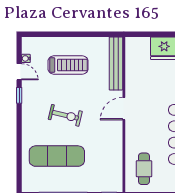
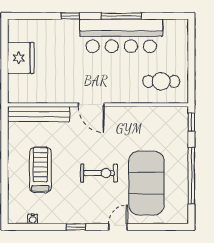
door: (19, 72) -> (118, 227), moved
exercise bike: (65, 115) -> (99, 173), turned 77
exercise mat: (57, 156) -> (146, 183), width x1.47

